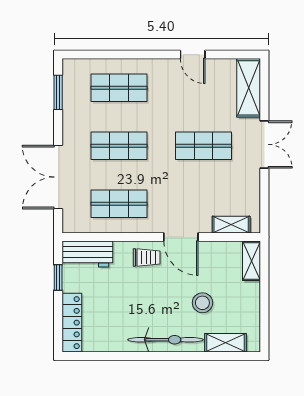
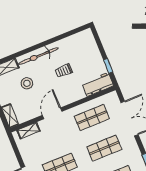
door: (181, 237) -> (52, 113), hinge flipped
trolley: (147, 258) -> (64, 71), moved
locker: (72, 323) -> (91, 45), removed

